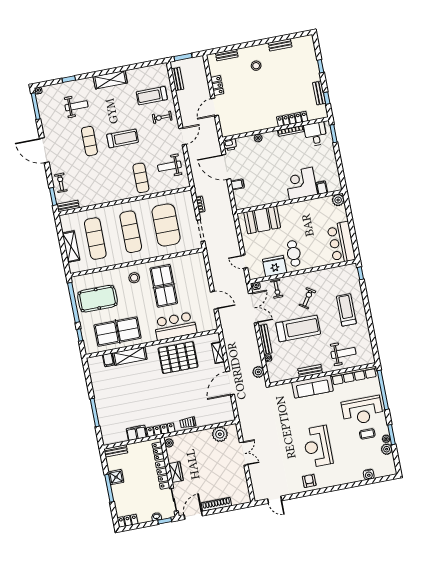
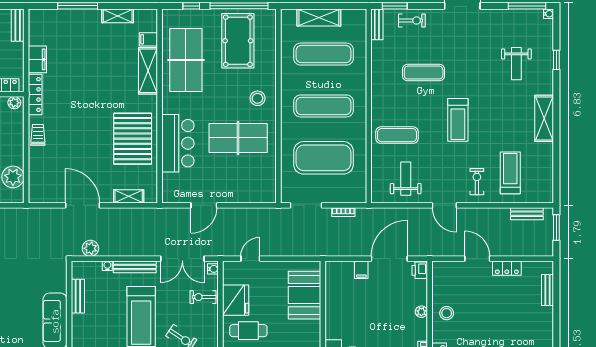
stool: (256, 66) -> (447, 313), moved
exercise mat: (89, 141) -> (424, 73), moved
bench: (310, 371) -> (78, 296), moved
shelving: (96, 384) -> (118, 16), added

